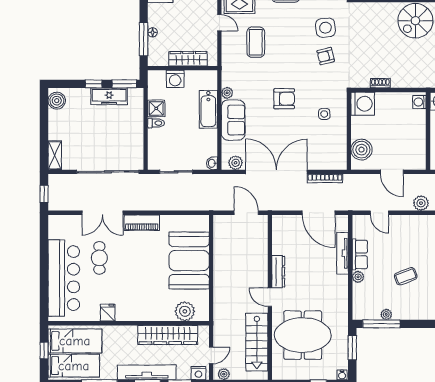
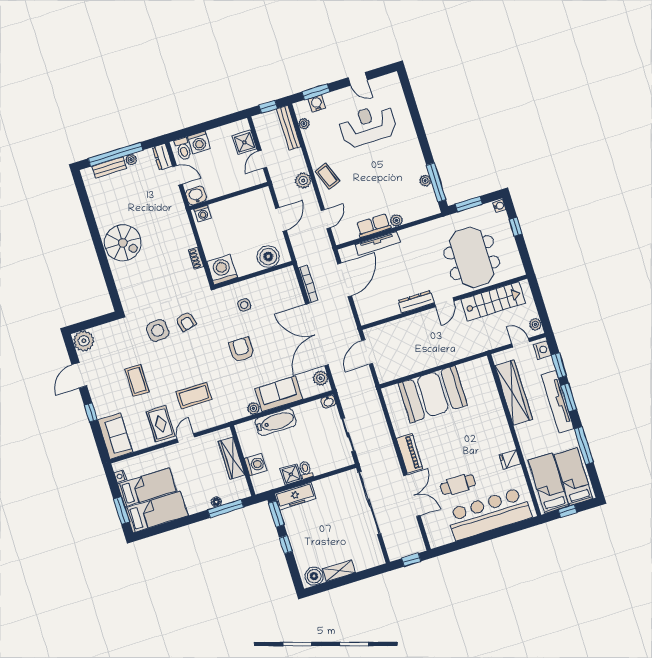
freezer: (109, 96) -> (295, 496), moved, turned 90
shelving: (55, 155) -> (339, 571), moved
coffee table: (406, 276) -> (328, 176), moved
plant: (185, 311) -> (485, 383), removed

